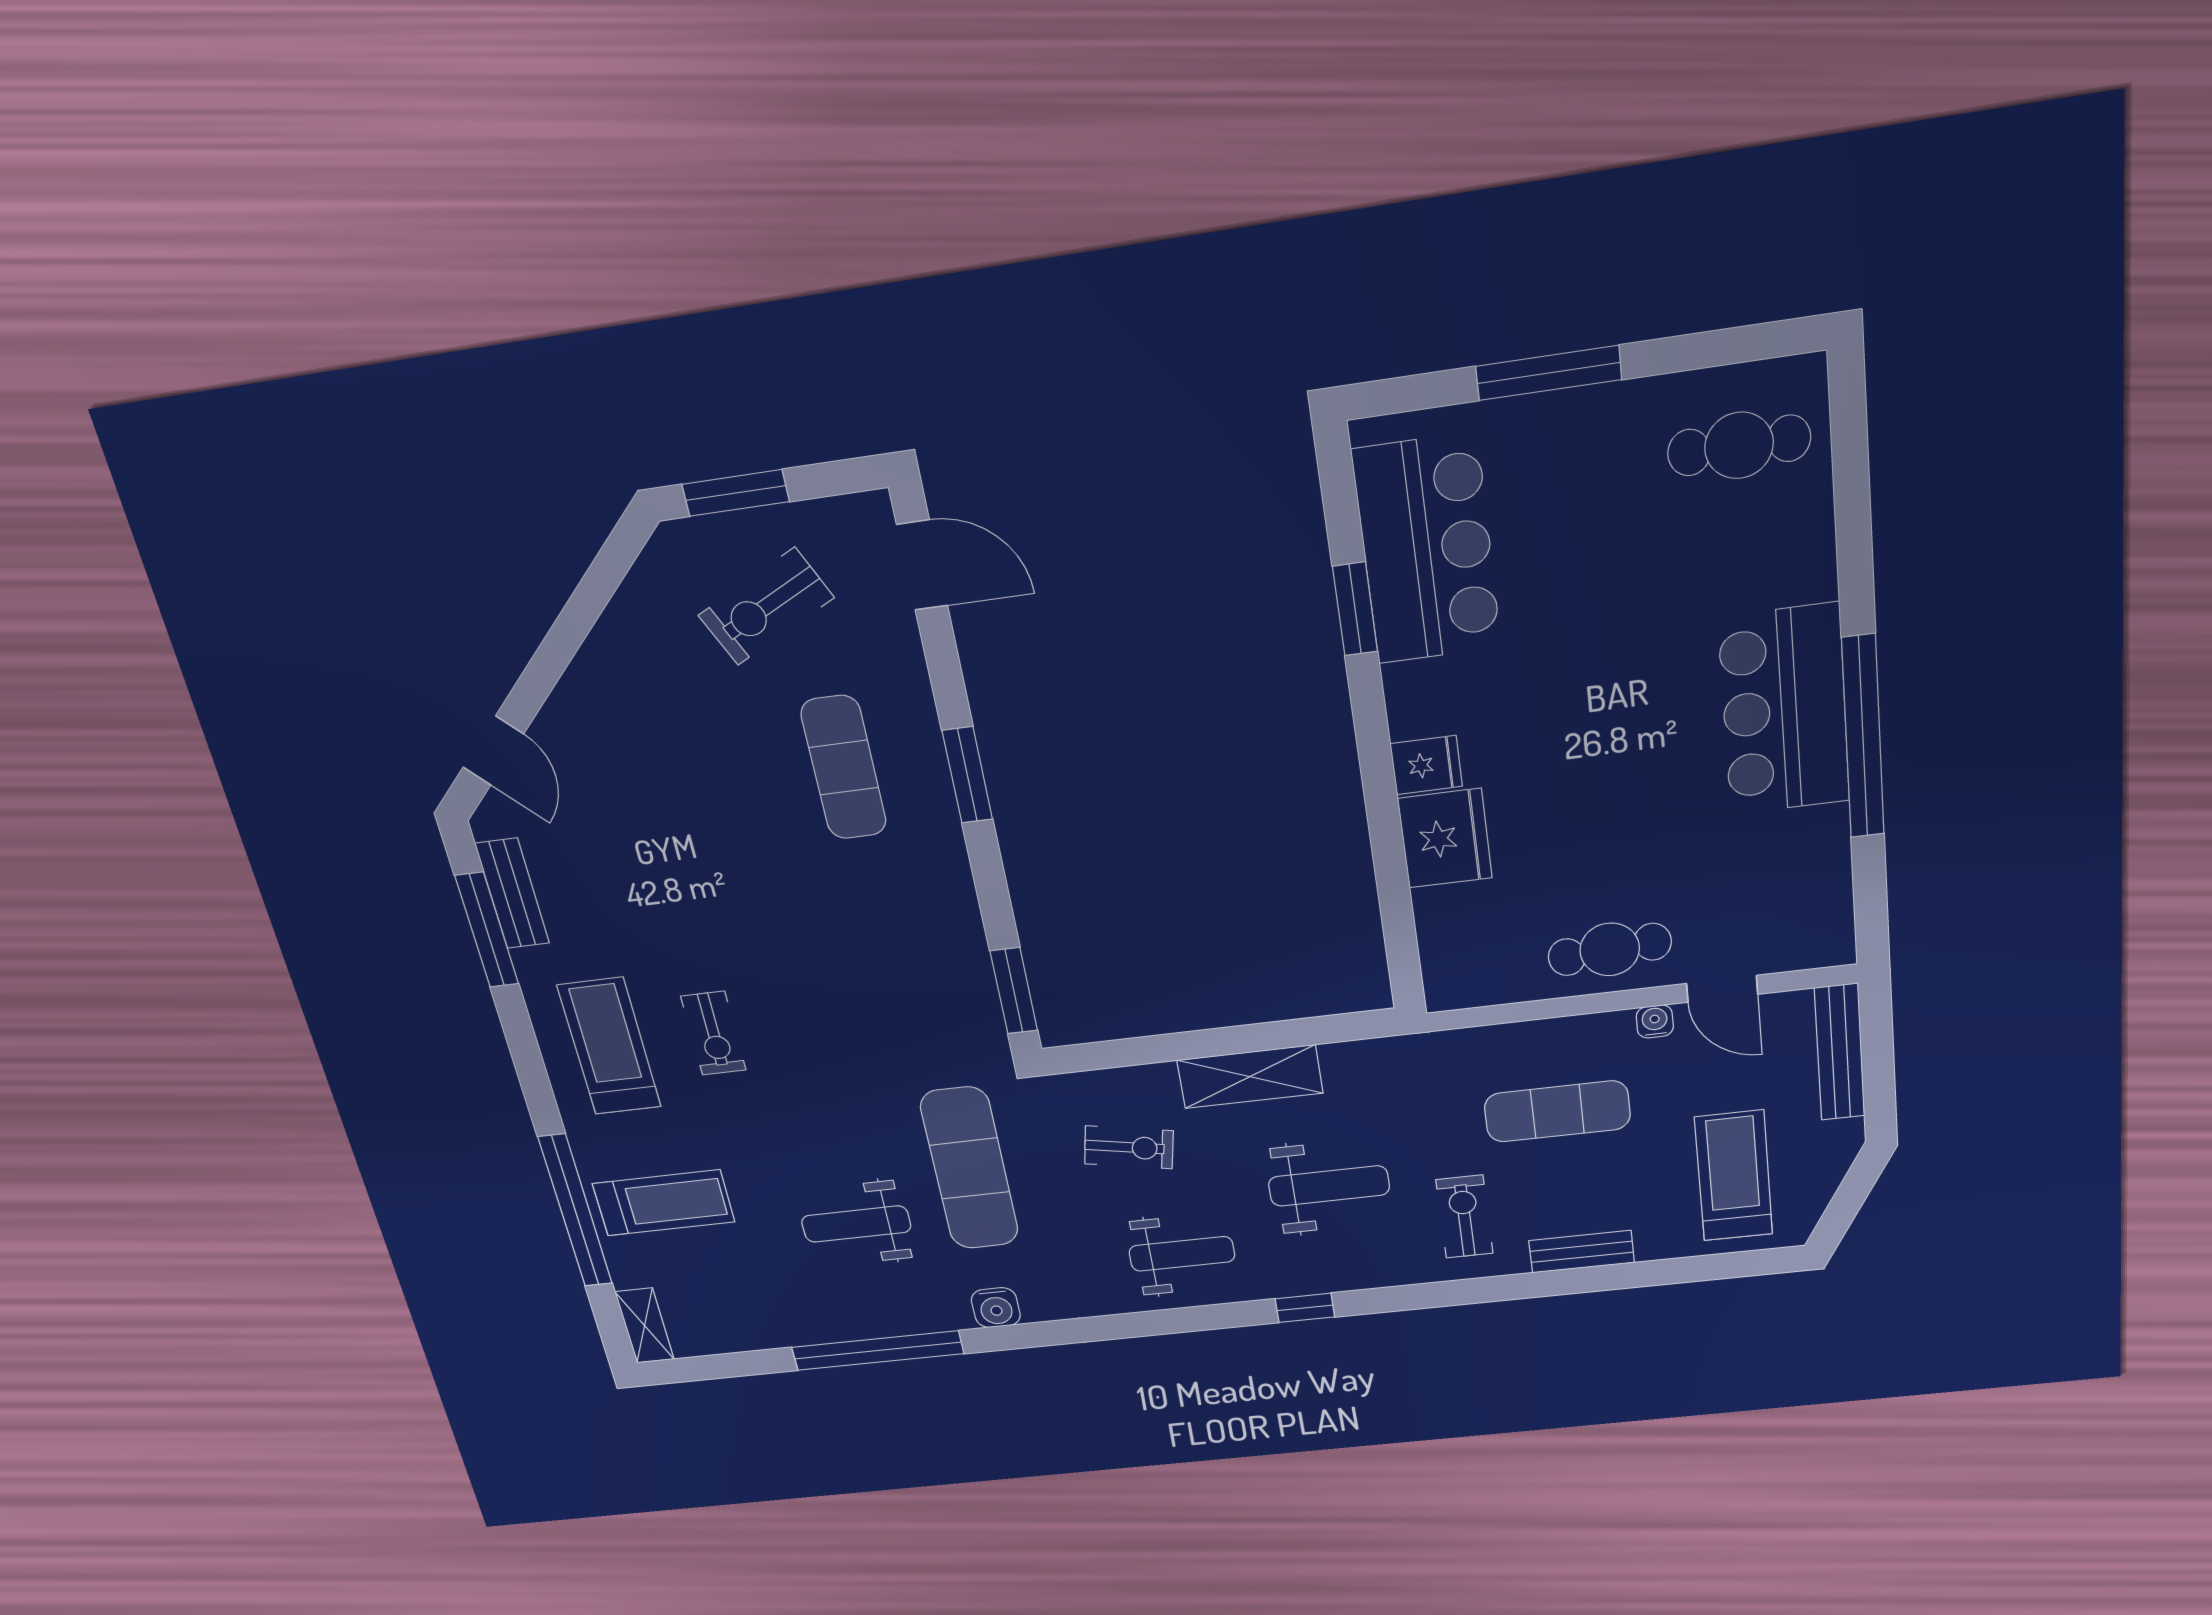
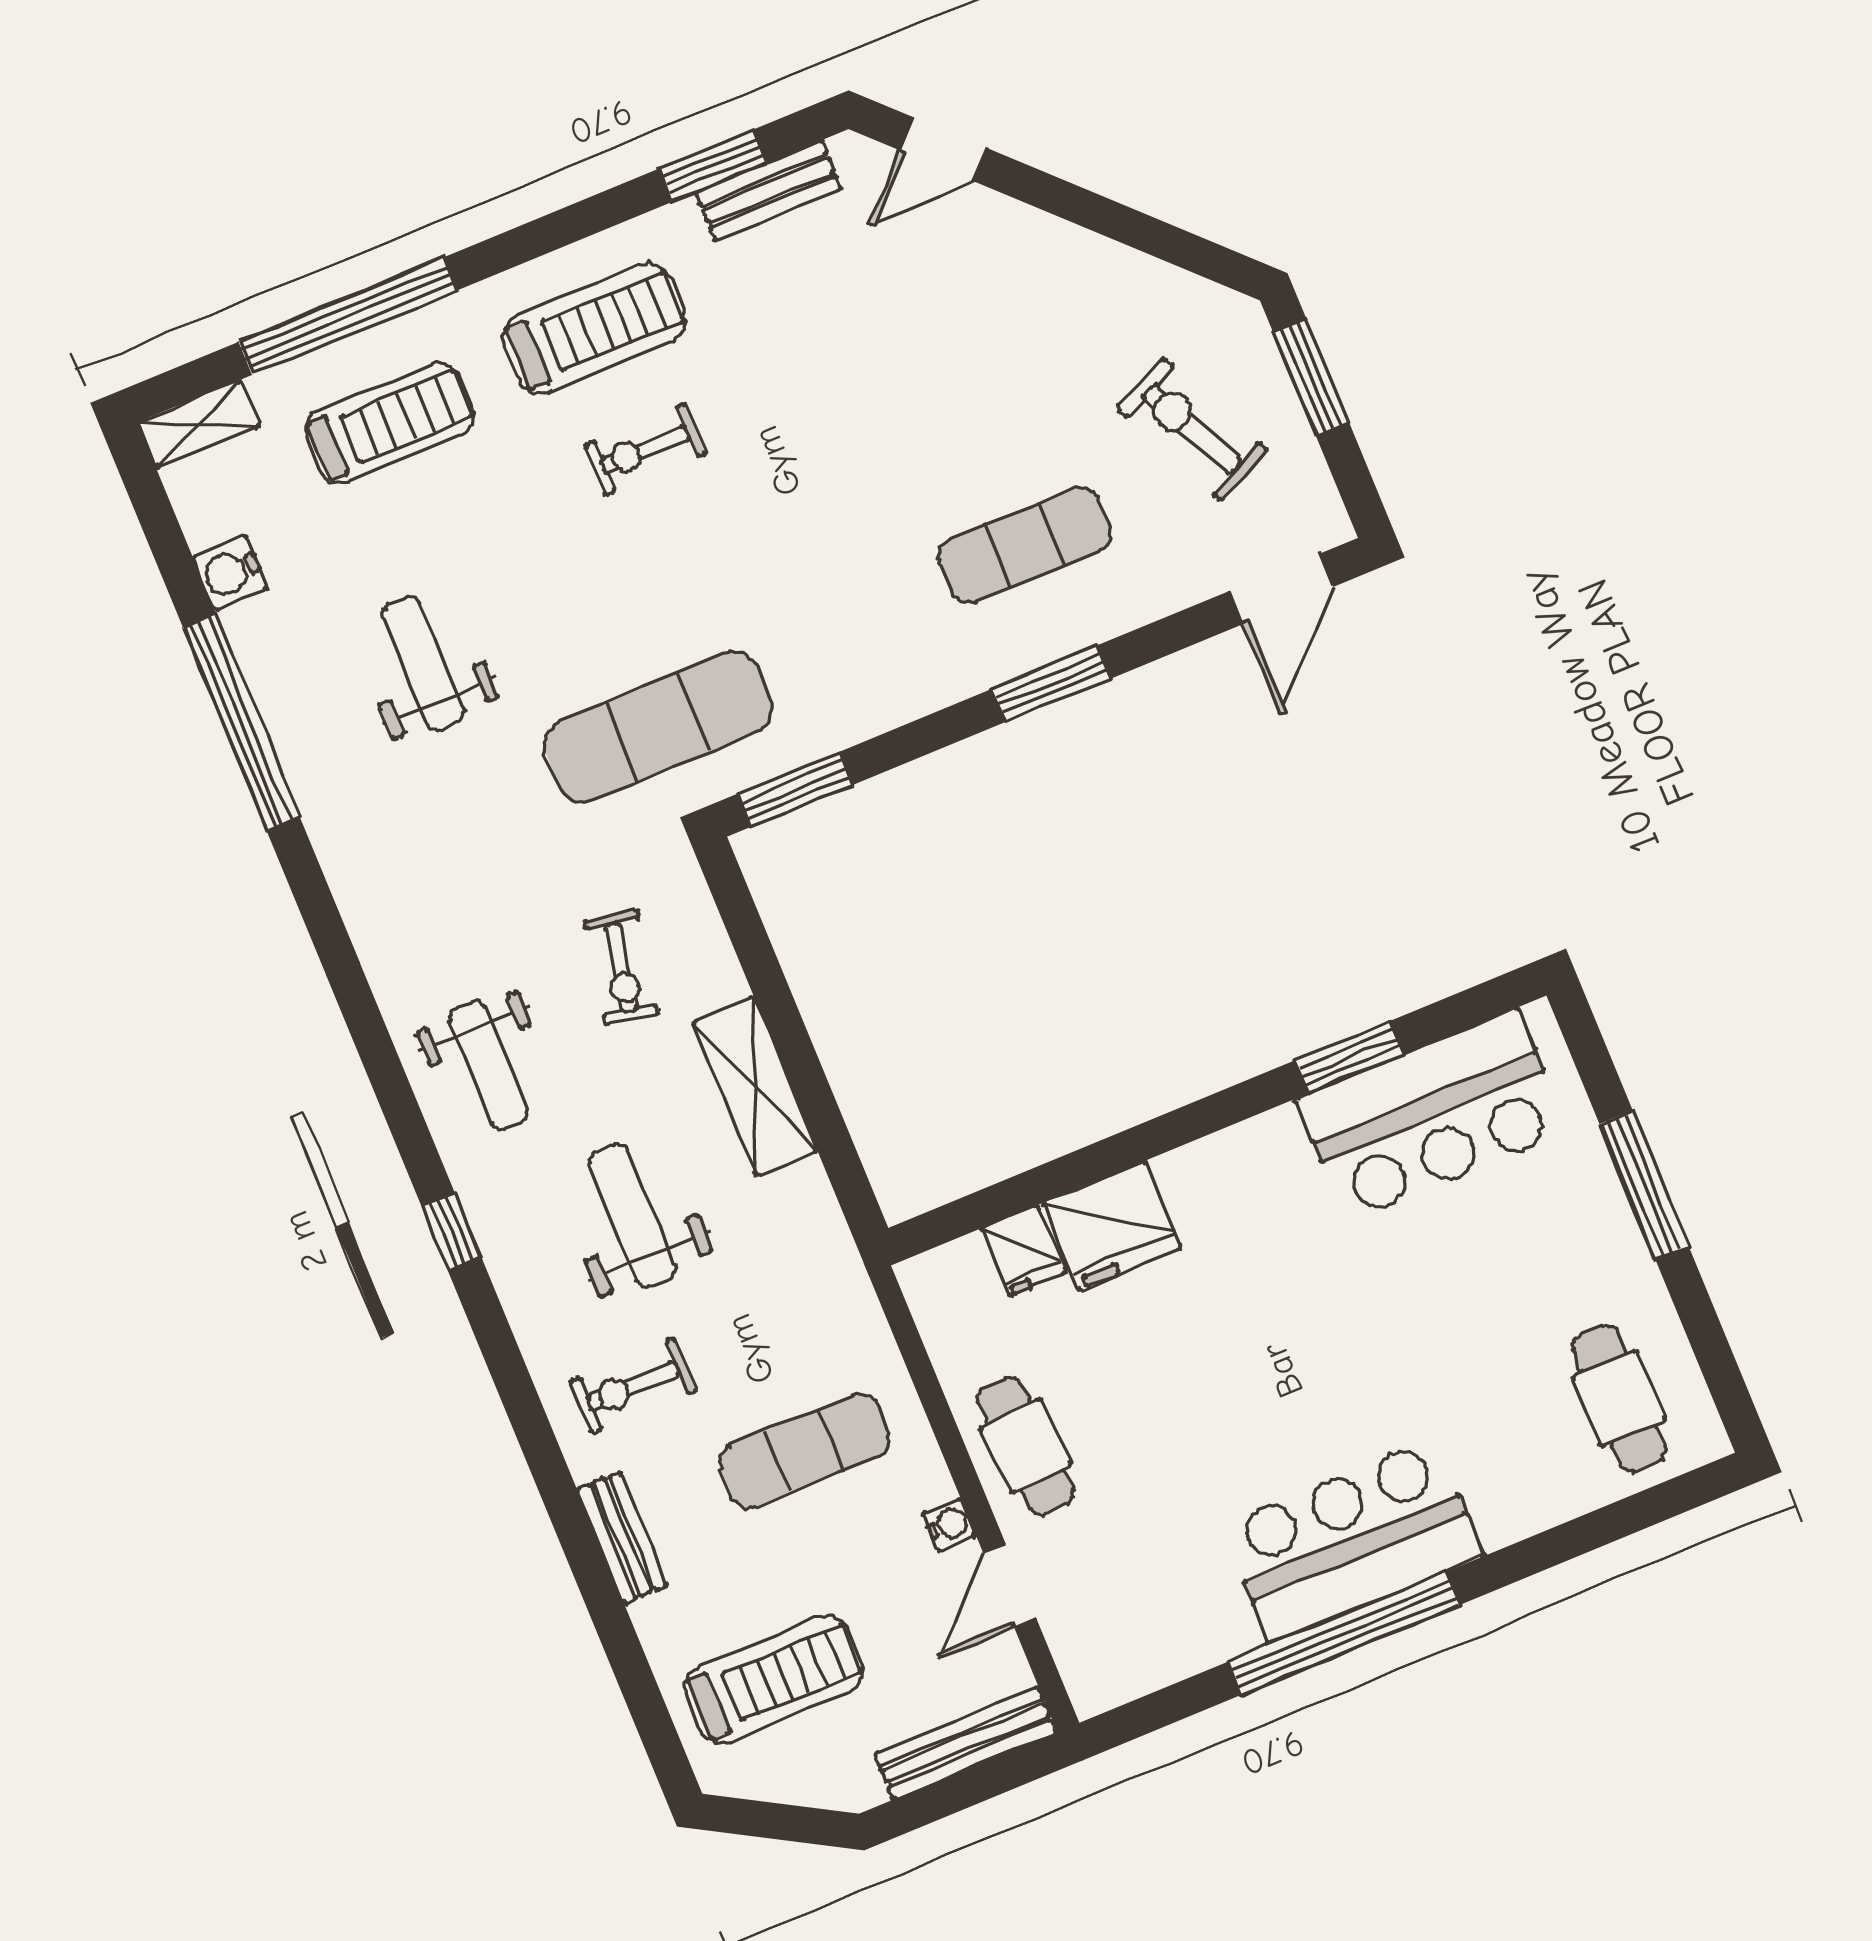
fridge: (1426, 765) -> (1024, 1251), moved
window: (487, 930) -> (713, 166), width x0.69
exercise mat: (1557, 1111) -> (804, 1451), turned 90
exercise mat: (969, 1168) -> (658, 727), moved
weight bench: (1329, 1186) -> (632, 1216), turned 180
treadmill: (664, 1203) -> (390, 423), turned -90
exercise bike: (1464, 1217) -> (633, 1386), turned 180
water cooler: (996, 1308) -> (230, 573), moved

